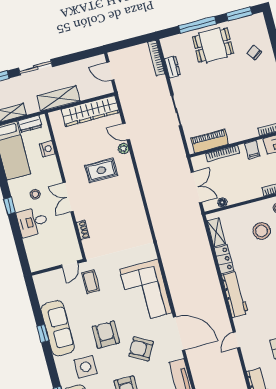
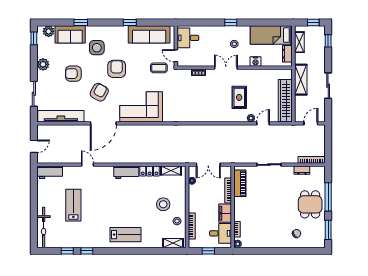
sliding door: (35, 67) -> (328, 86), moved
nightstand: (47, 149) -> (256, 62), moved
filing cabinet: (252, 150) -> (225, 213), width x2.00
desk: (32, 222) -> (188, 38), moved, turned -90
workbench: (235, 294) -> (126, 172), width x0.73
sofa: (58, 328) -> (149, 34), moved
armchair: (106, 335) -> (117, 69), turned -90

